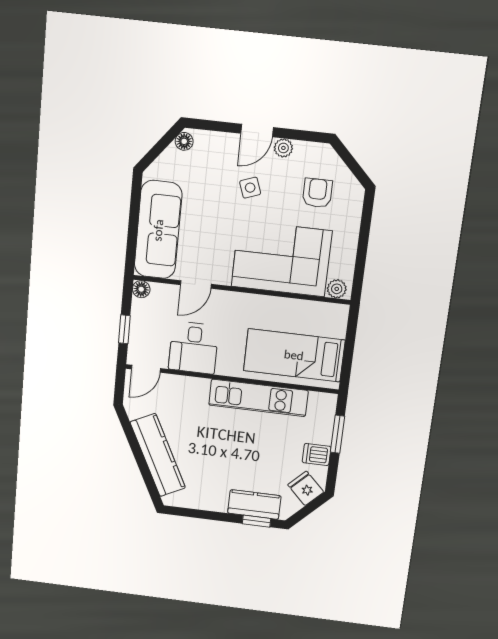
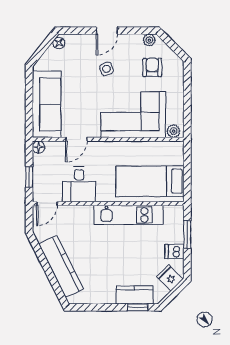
plant: (283, 148) -> (149, 40), moved

